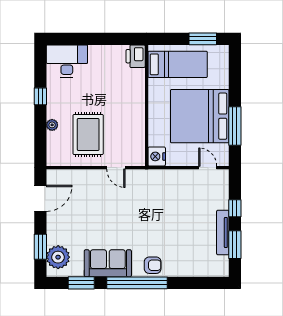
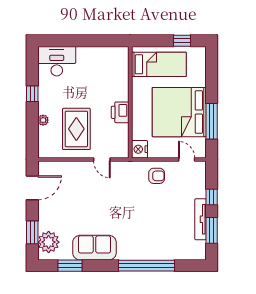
window: (203, 39) -> (182, 41), width x0.67
printer: (136, 56) -> (120, 112), moved
armchair: (153, 265) -> (157, 176), moved
window: (137, 283) -> (147, 266), moved

